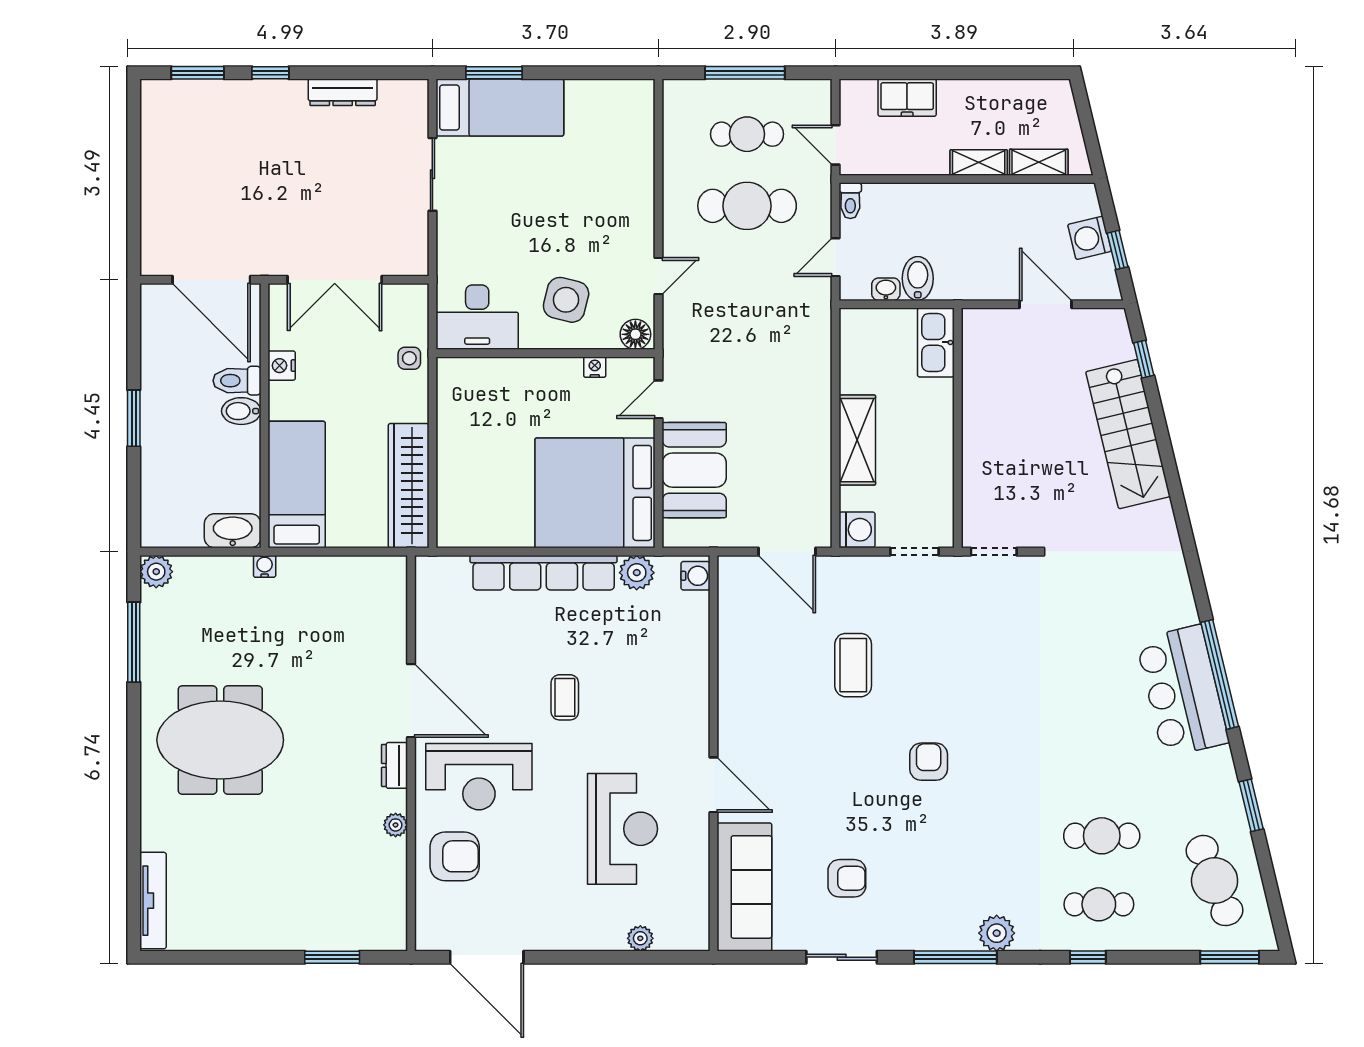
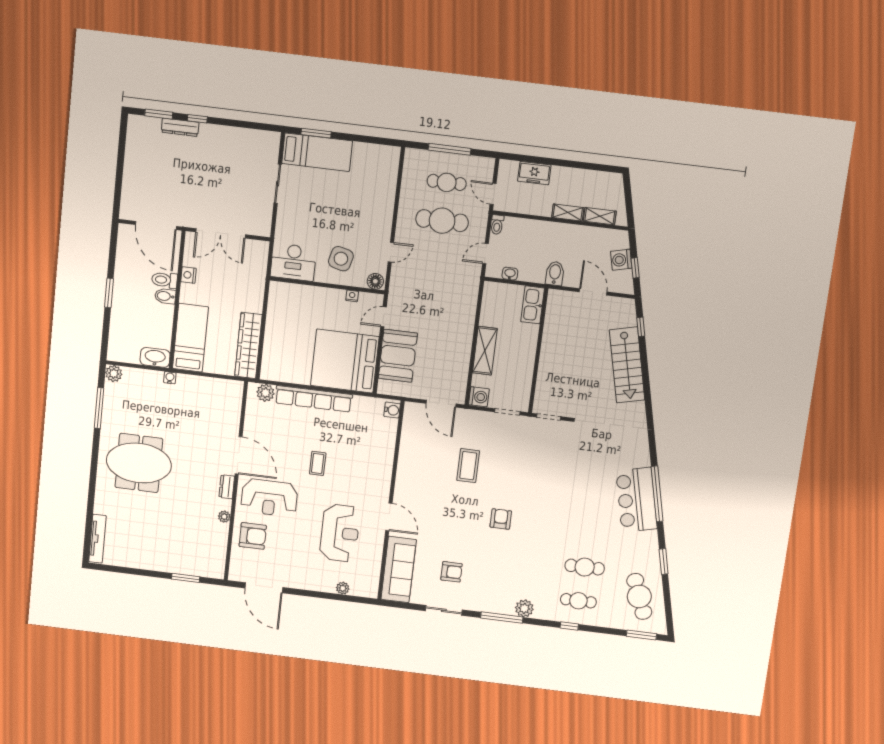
dresser: (343, 92) -> (180, 127), moved
bidet: (918, 278) -> (555, 273), moved
side table: (409, 358) -> (256, 279), removed
plant: (637, 573) -> (265, 393), moved

